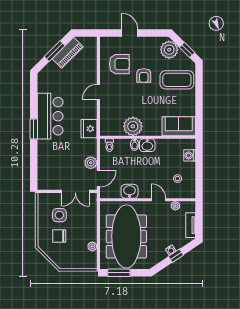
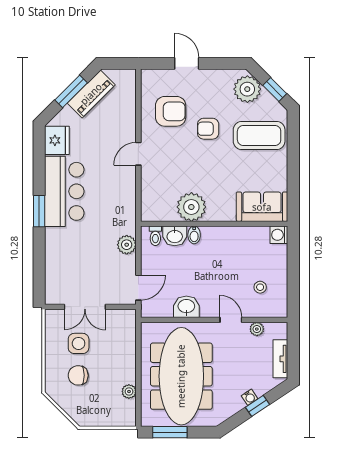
armchair: (144, 75) -> (208, 129), turned 90
fridge: (89, 129) -> (57, 140), moved, turned 180
washbasin: (147, 145) -> (175, 236), moved
washing machine: (190, 155) -> (279, 235), moved
plant: (91, 163) -> (127, 245), moved
double door: (75, 191) -> (85, 307), moved

